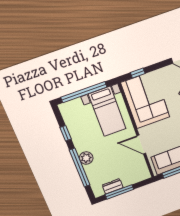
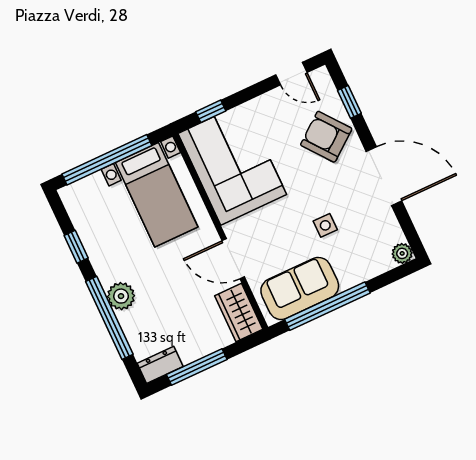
wardrobe: (141, 169) -> (239, 313), added
dresser: (113, 186) -> (160, 365), moved

